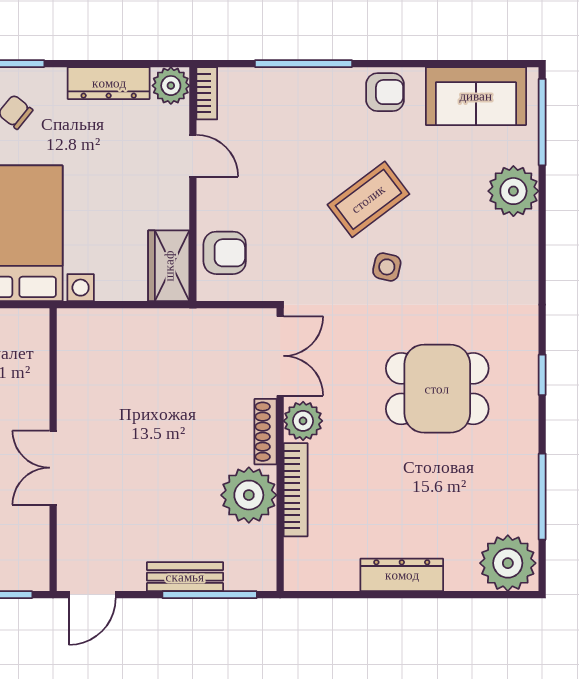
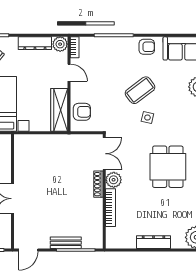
wardrobe: (169, 266) -> (59, 110), width x1.50
dining table: (437, 389) -> (168, 167), turned 90
plant: (249, 495) -> (92, 210), removed

